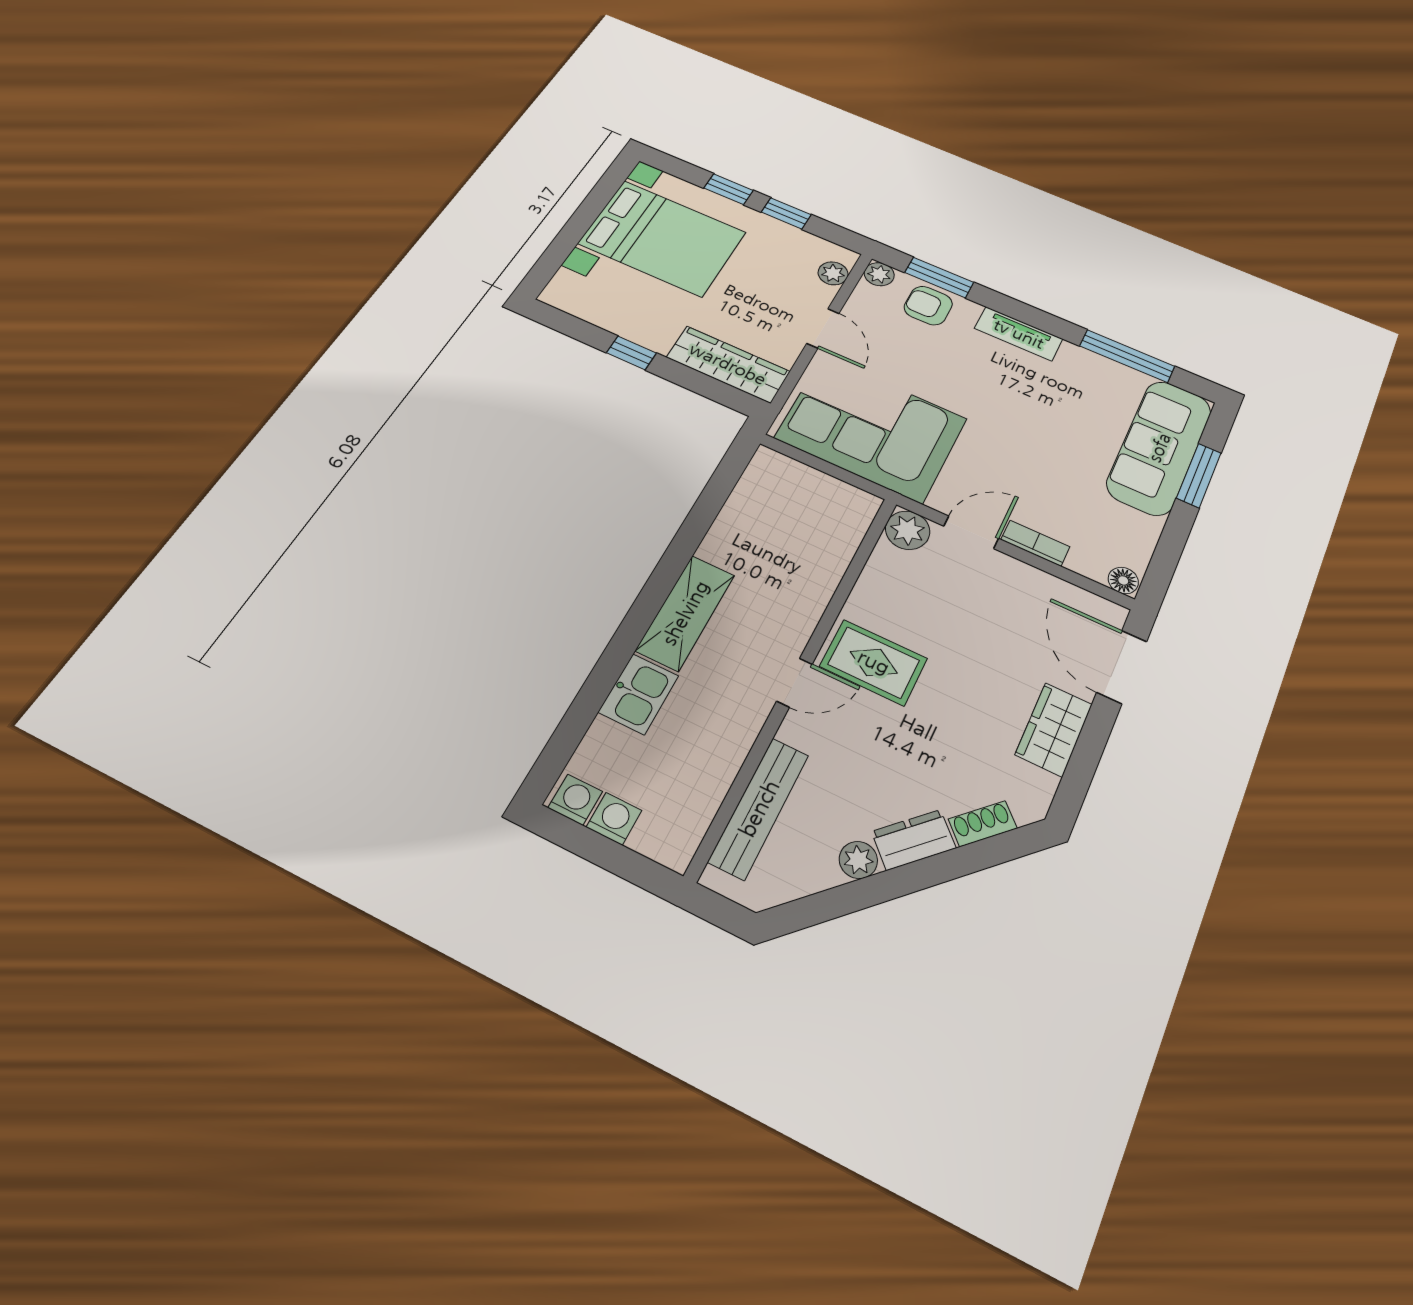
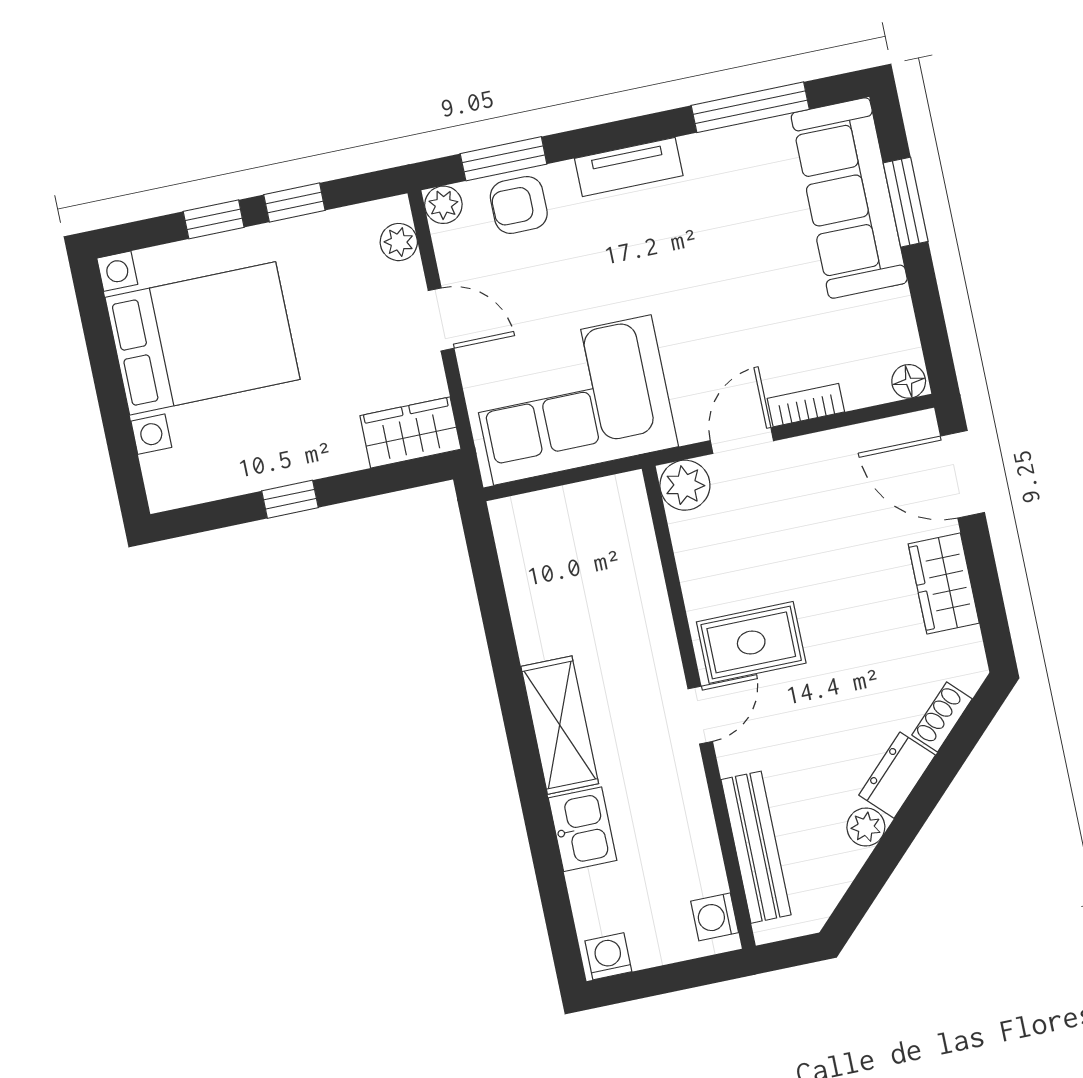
wardrobe: (728, 364) -> (410, 432), width x0.67
washing machine: (614, 819) -> (715, 917), moved, turned -90

